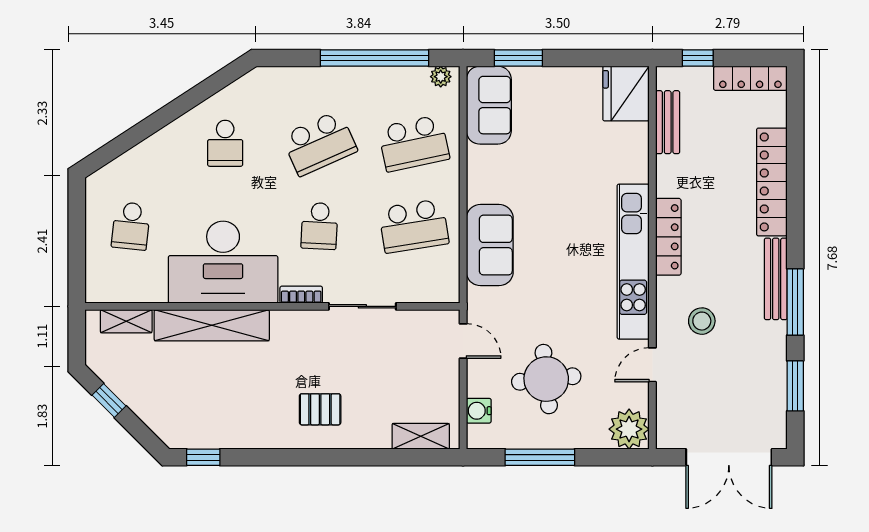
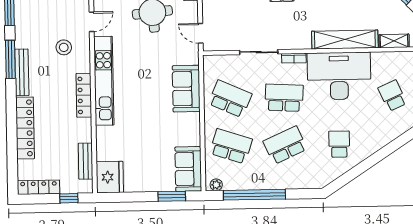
school desk: (414, 143) -> (231, 146), turned 30
school desk: (131, 226) -> (392, 96), turned -30
school desk: (319, 226) -> (284, 98), width x1.85
school desk: (414, 226) -> (230, 99), turned 33

